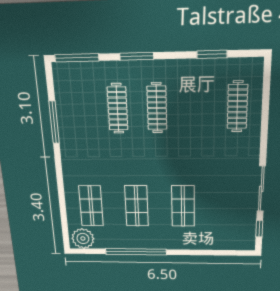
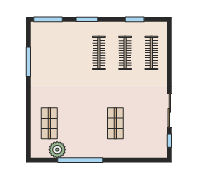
clothes rail: (118, 109) -> (125, 53), moved
shop shelf: (137, 206) -> (82, 123), removed
plant: (83, 238) -> (57, 150), moved

